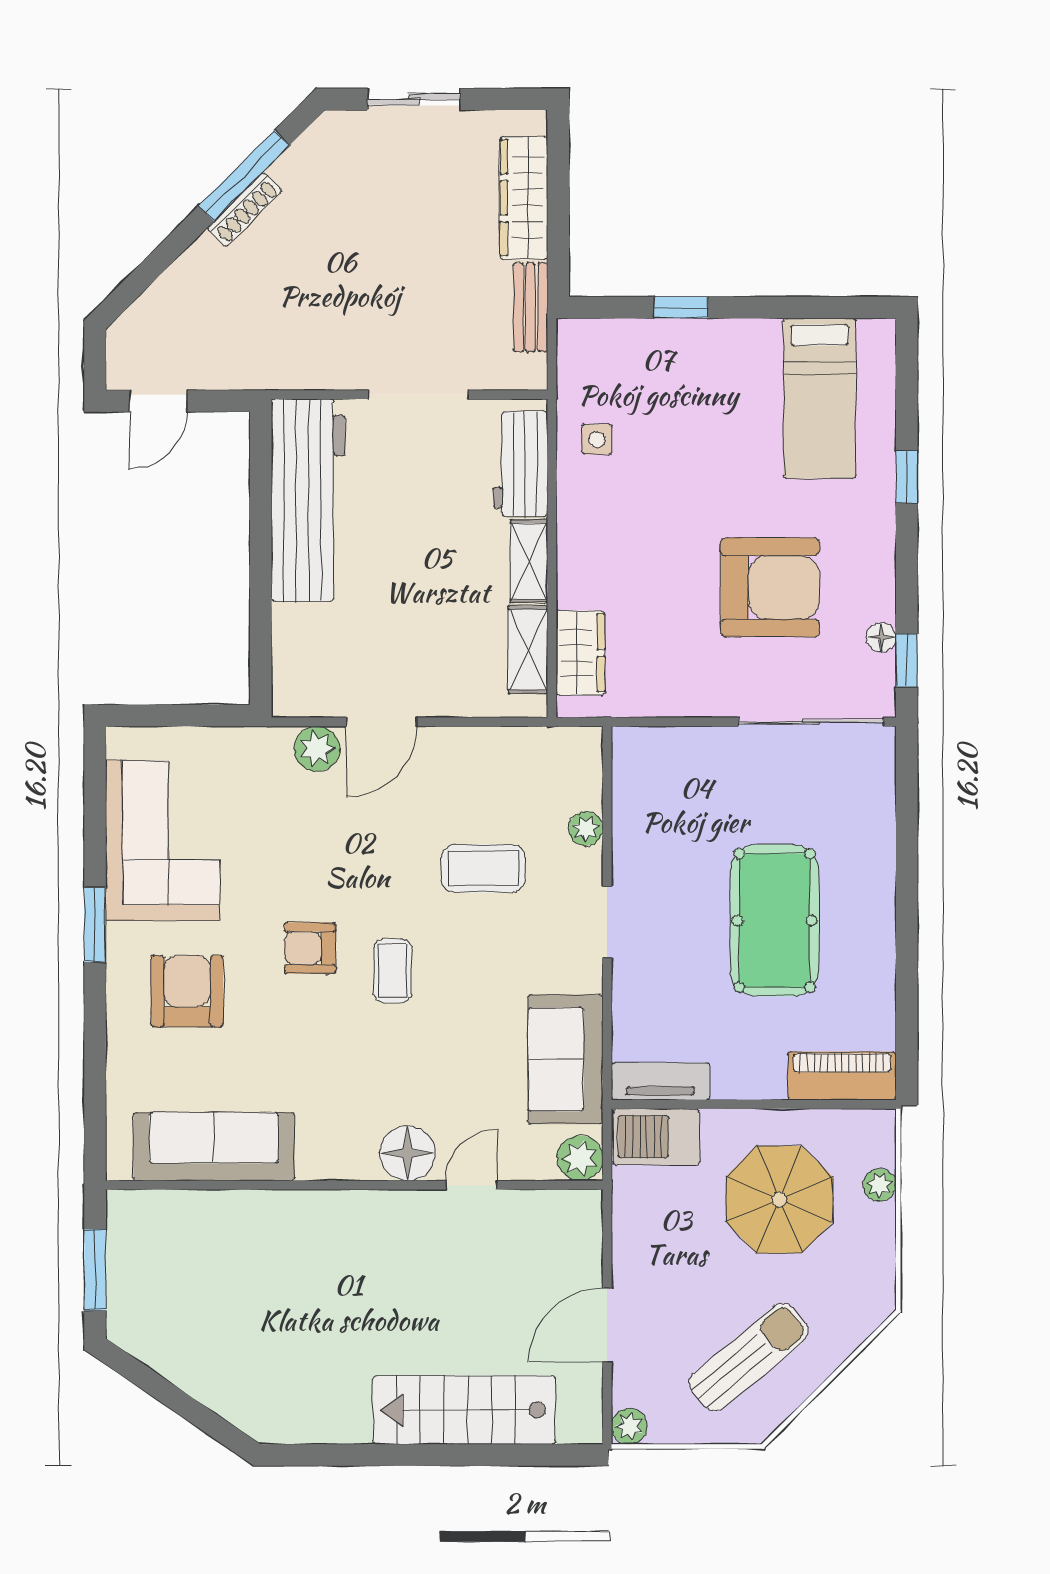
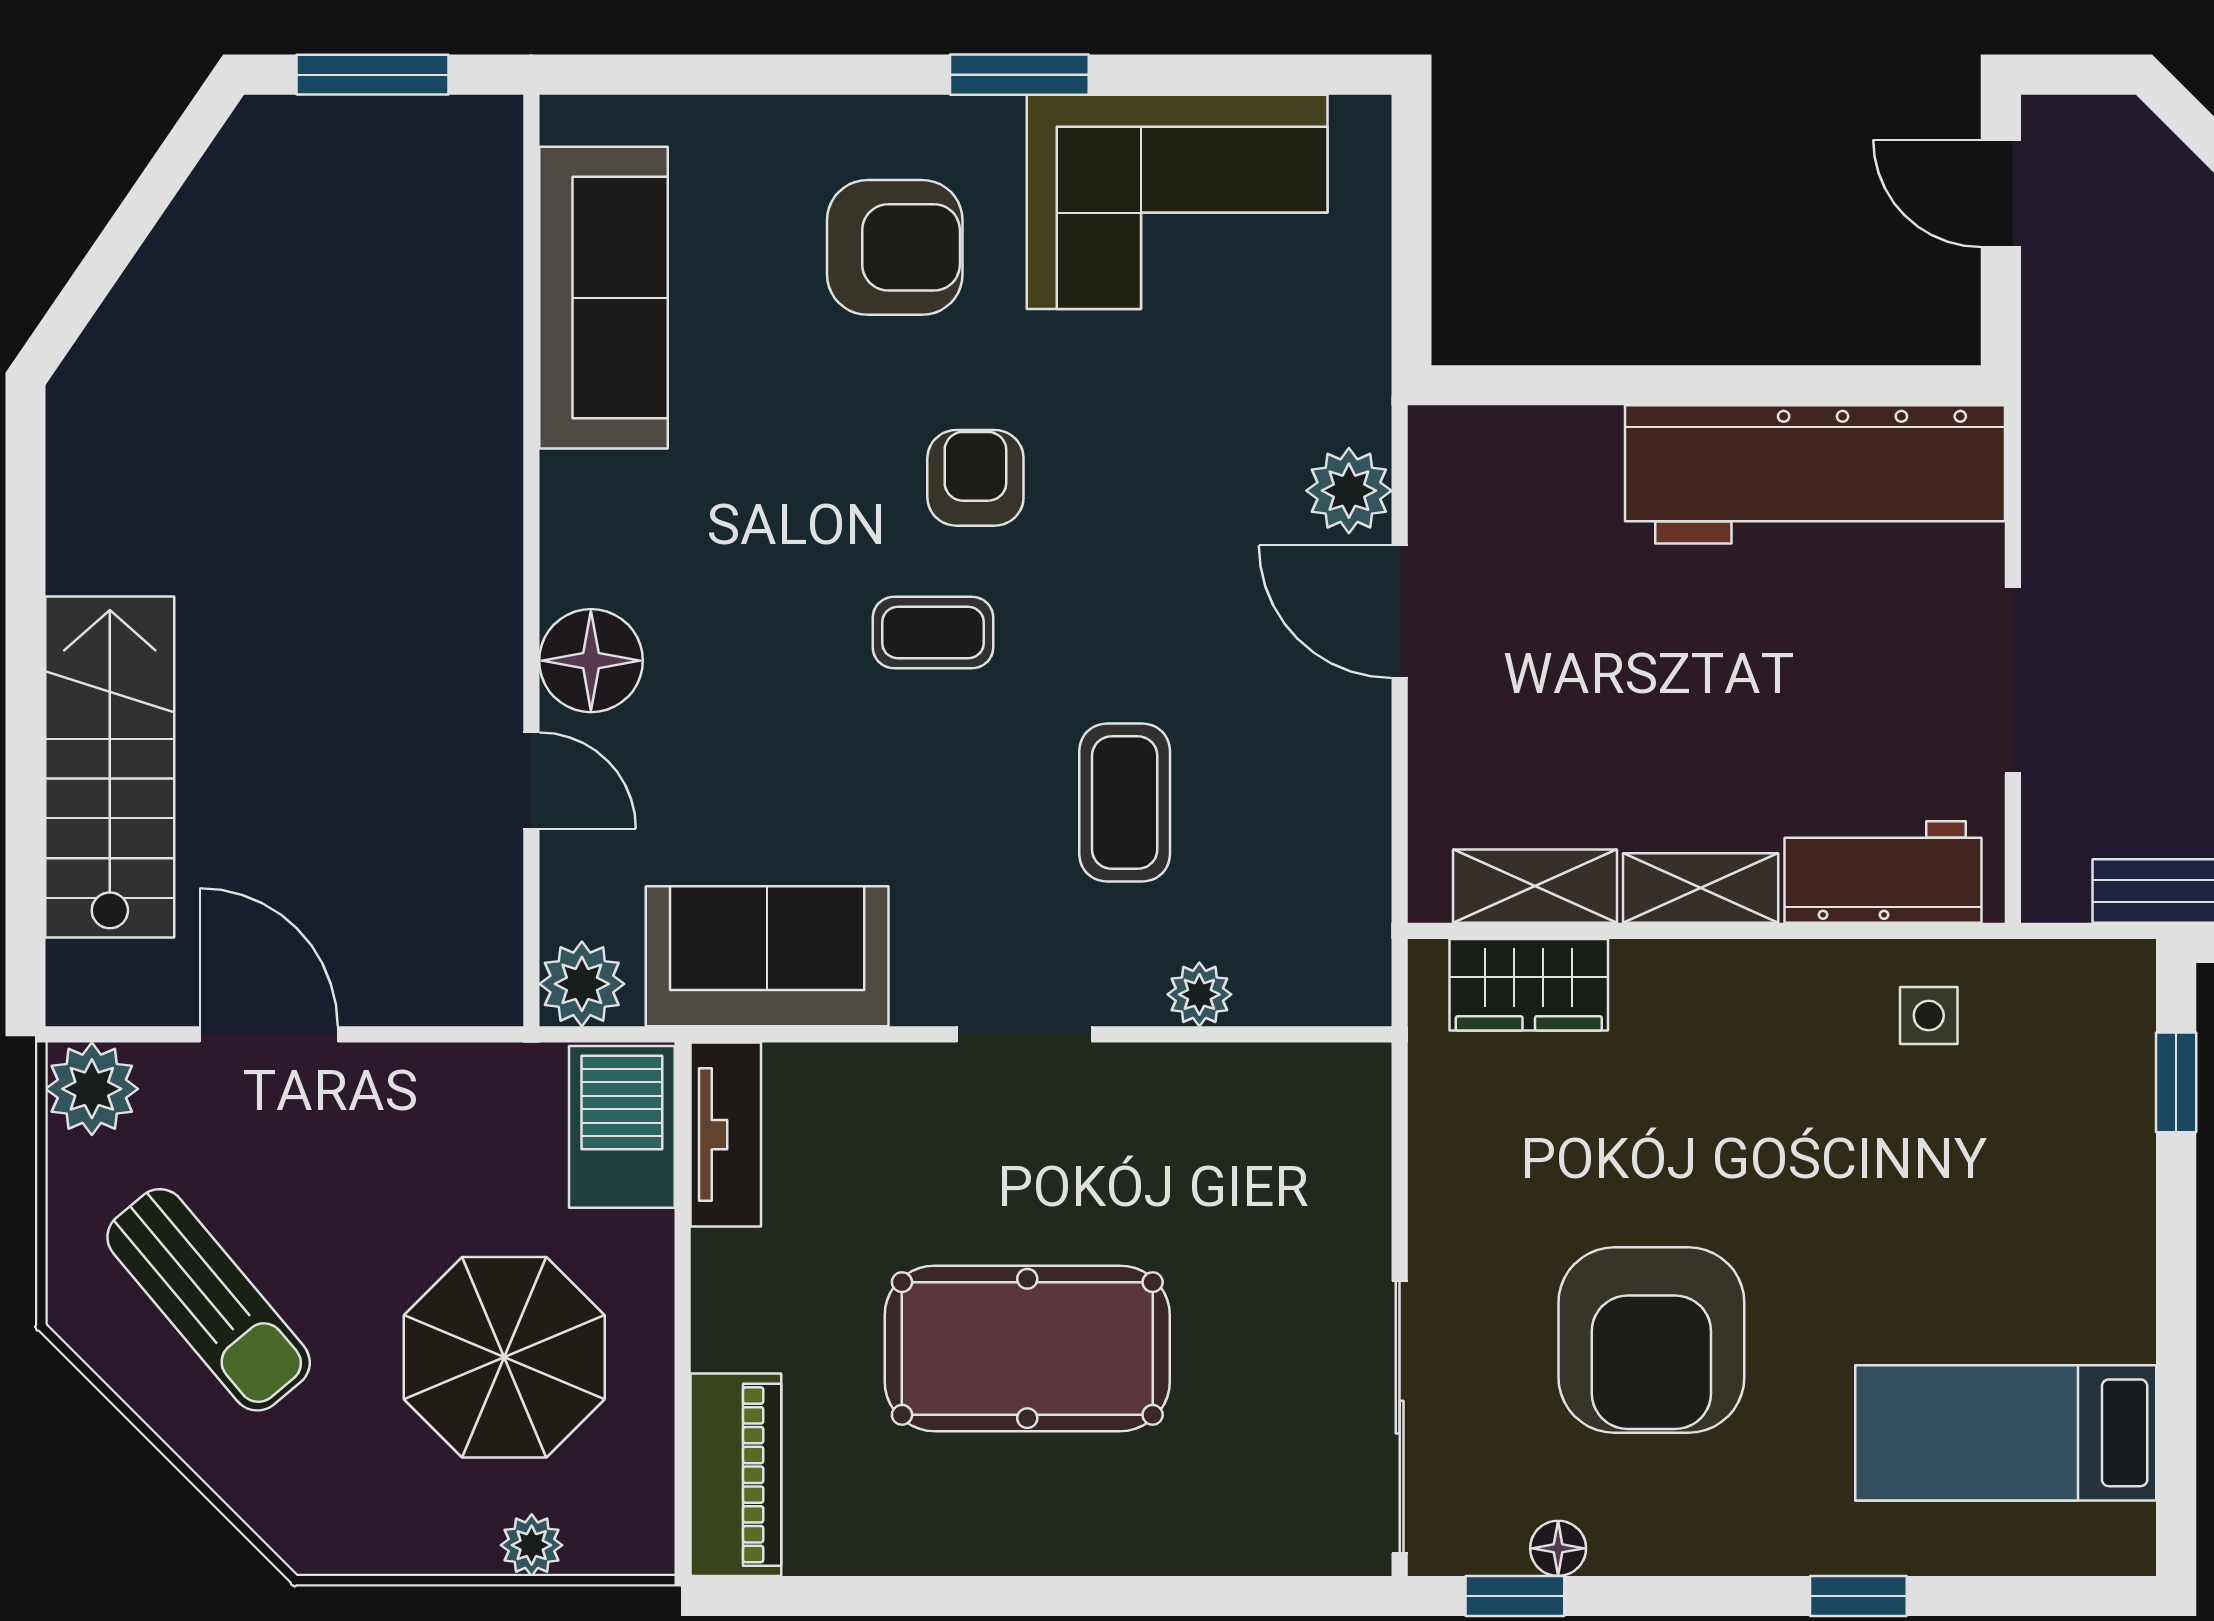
window: (681, 307) -> (2176, 1082), moved
plant: (629, 1426) -> (92, 1089), width x1.38, depth x1.38

